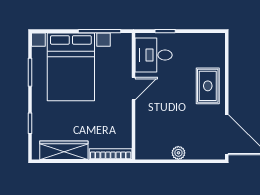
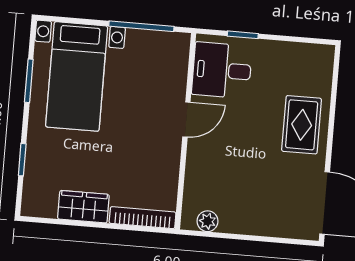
bed with nightstands: (71, 67) -> (77, 76), width x0.73
wardrobe: (64, 150) -> (83, 207), width x0.67
plant: (178, 153) -> (208, 221), moved

